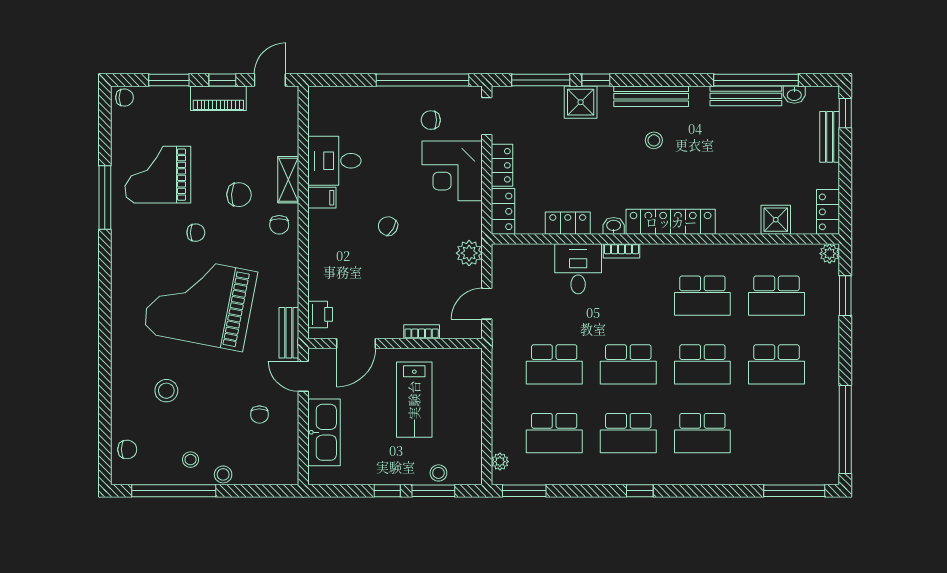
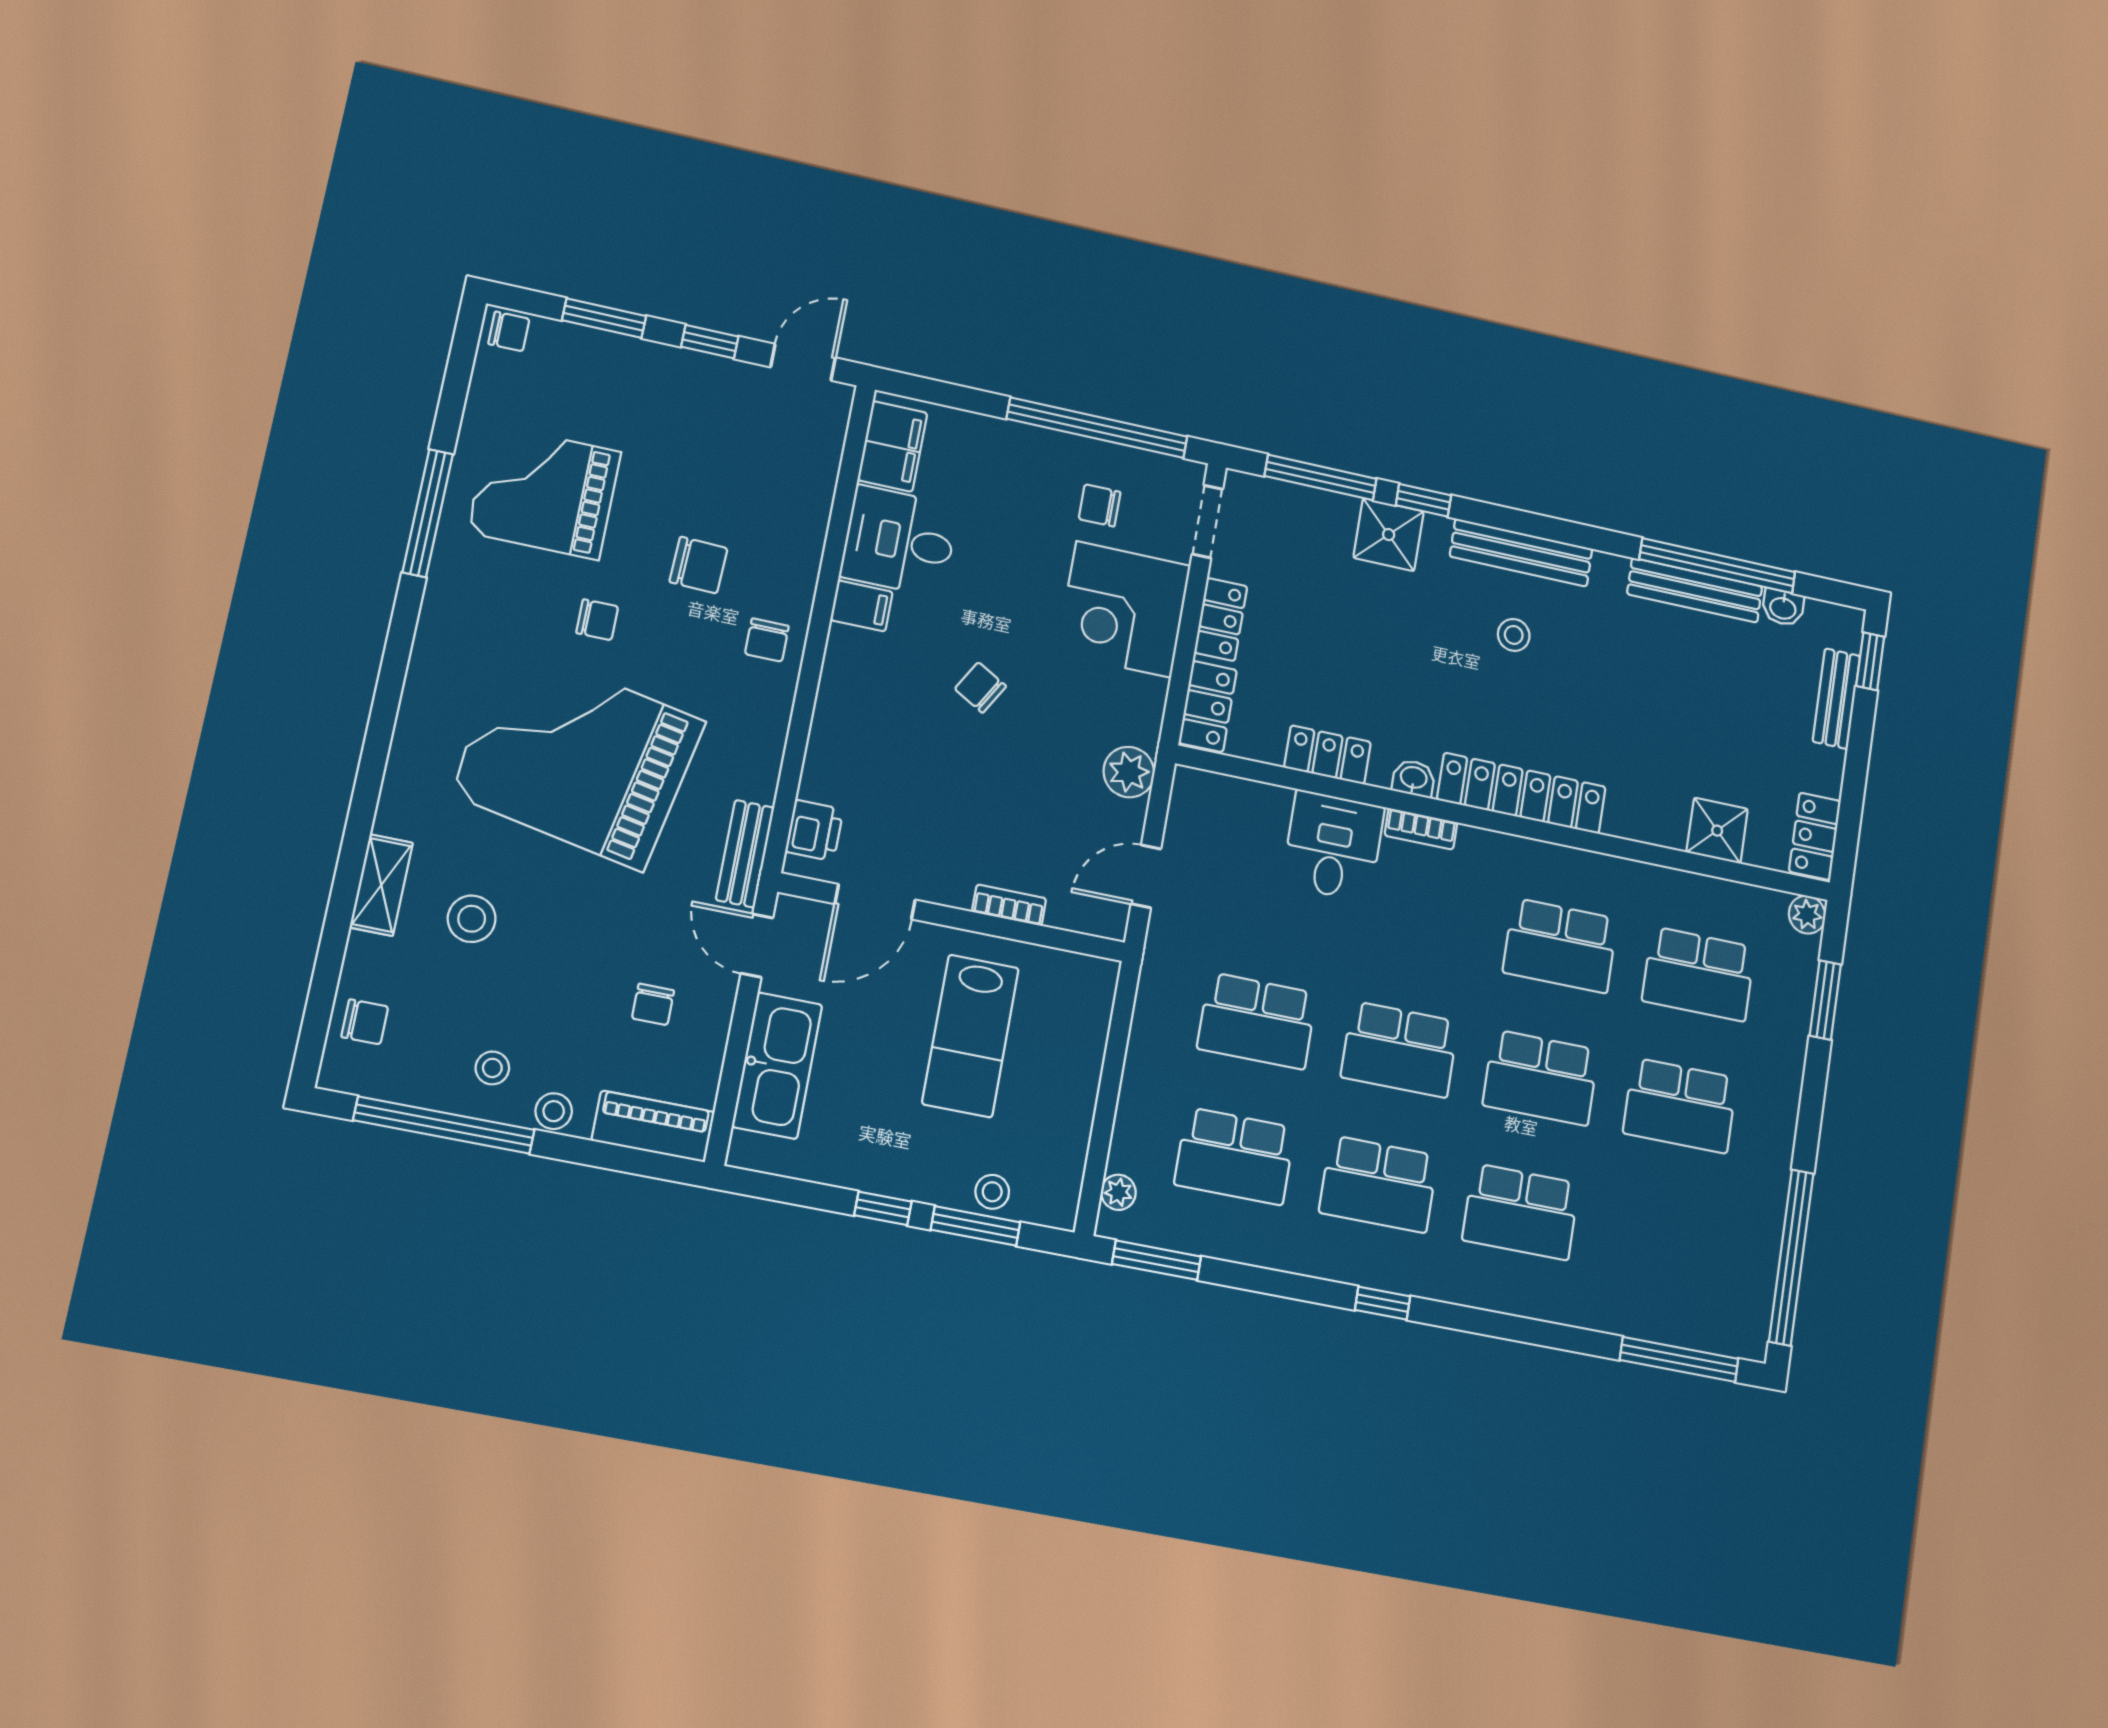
piano: (218, 98) -> (653, 1126), moved, turned 180
filing cabinet: (322, 113) -> (892, 446), added
shelving: (288, 180) -> (381, 885), moved

